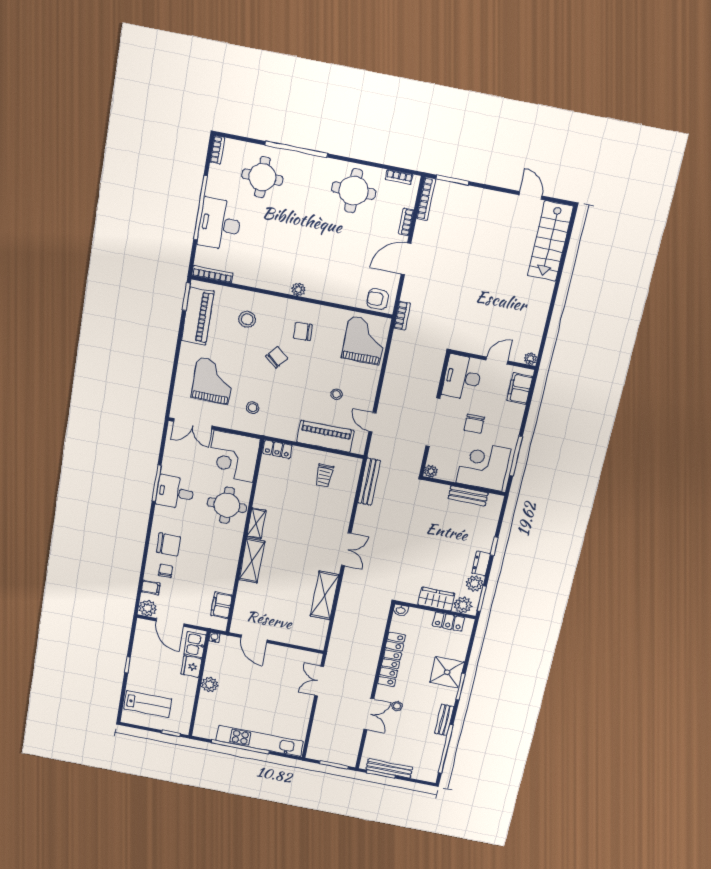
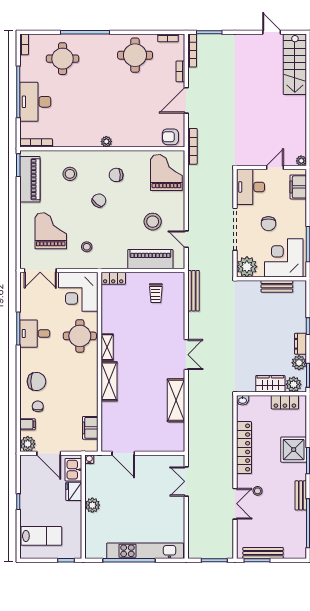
bookcase: (402, 316) -> (192, 146), width x1.56
stool: (336, 394) -> (153, 222), width x1.89, depth x1.89
plant: (431, 471) -> (247, 267), width x1.87, depth x1.87

